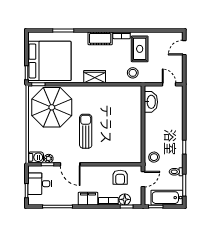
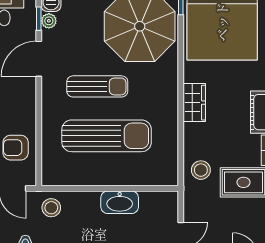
washbasin: (151, 102) -> (120, 202), moved
sun lounger: (113, 126) -> (107, 136), added

